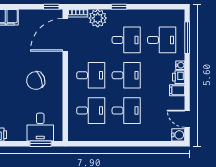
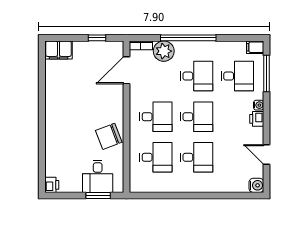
window: (51, 7) -> (97, 38), moved
window: (119, 7) -> (188, 38), width x3.17
door: (65, 35) -> (126, 70), width x0.73
chair: (36, 81) -> (109, 136), moved
filing cabinet: (177, 90) -> (255, 47), moved
door: (187, 119) -> (267, 155), moved

